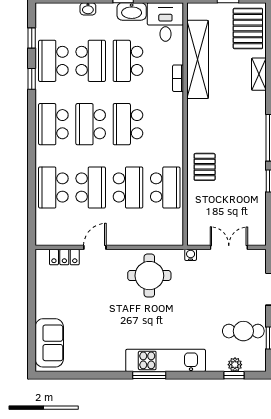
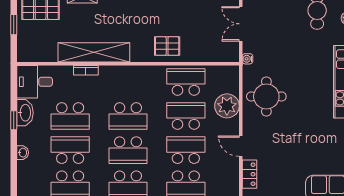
shelving: (198, 59) -> (94, 52), moved
plant: (139, 232) -> (227, 106), added

